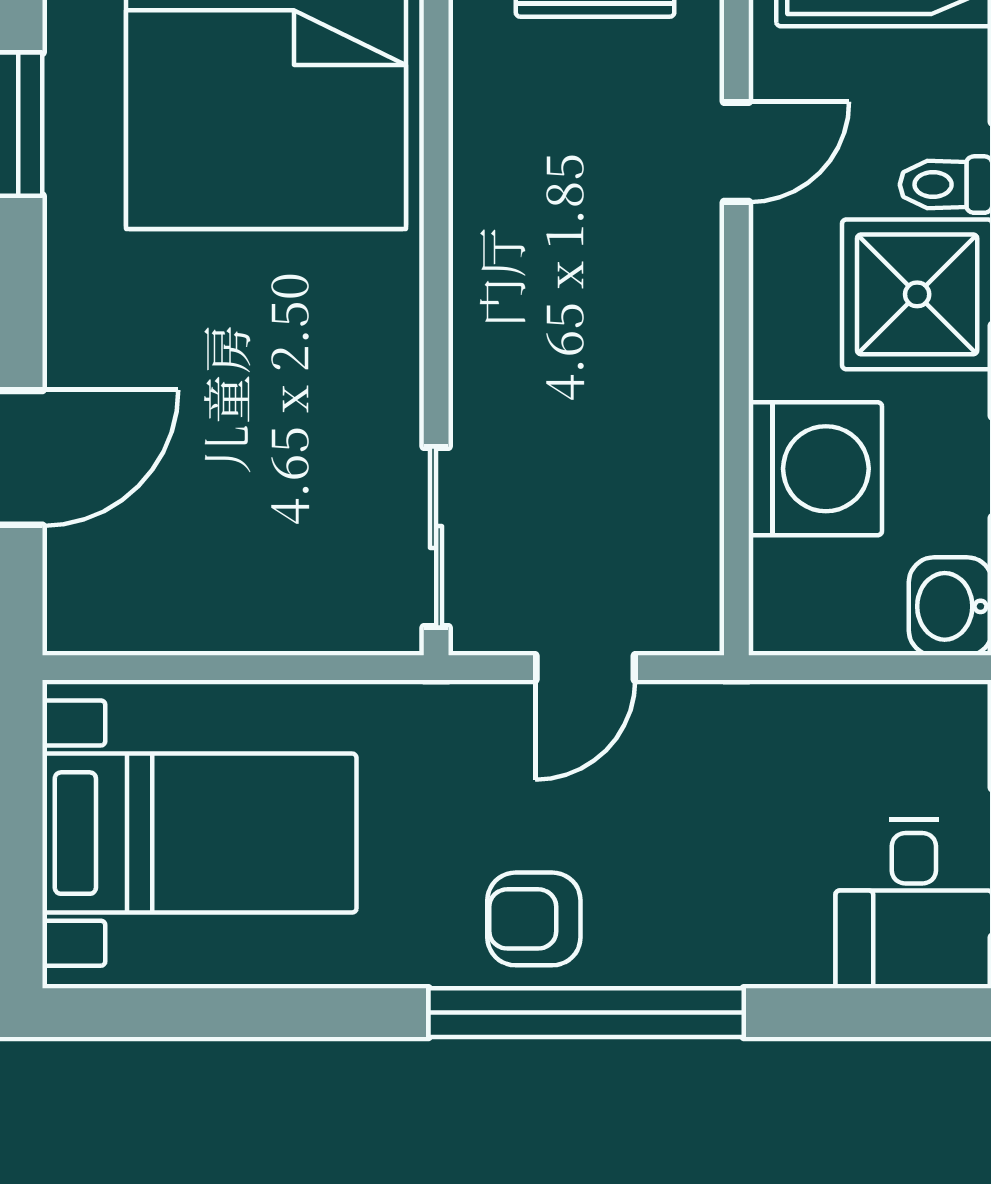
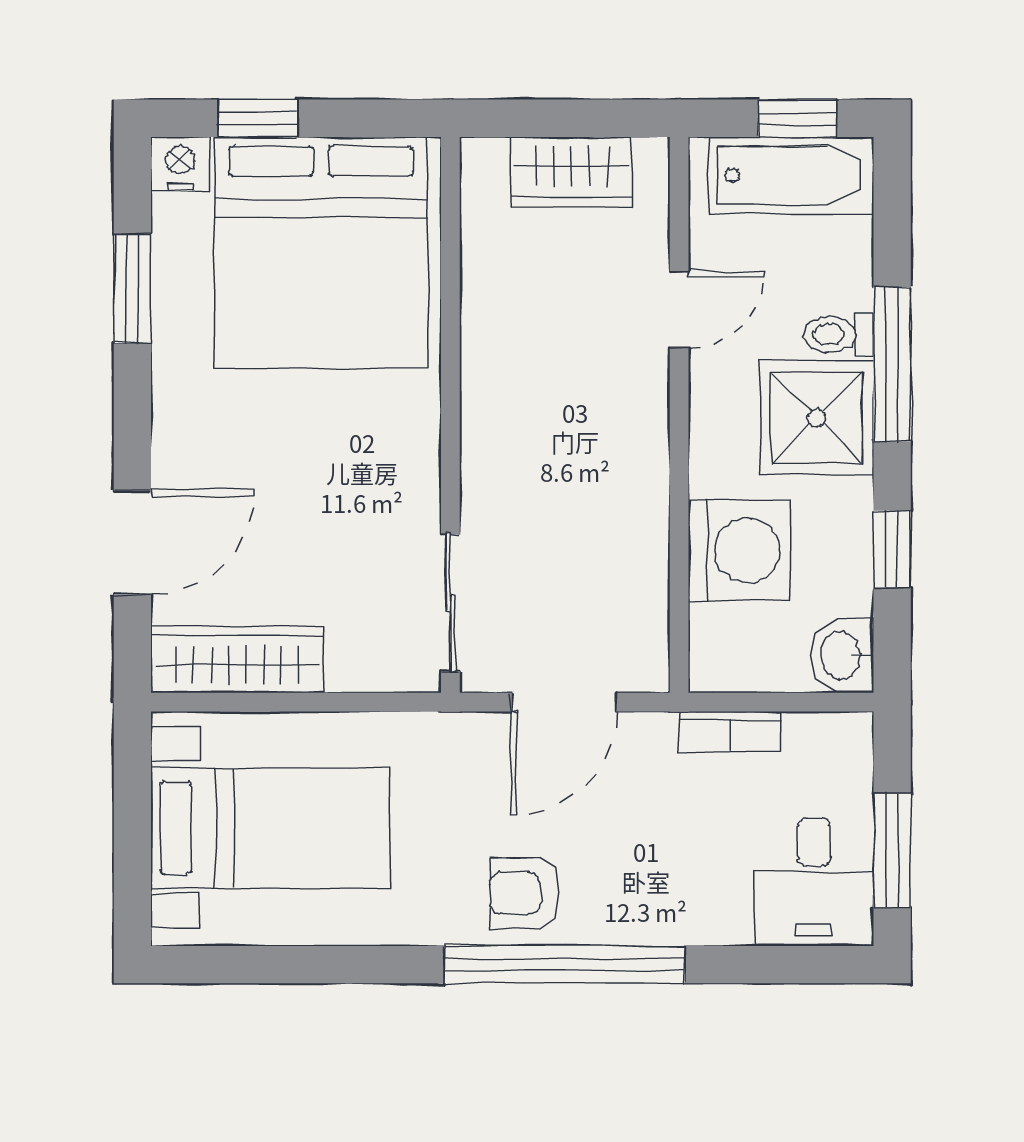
wardrobe: (156, 612) -> (237, 659), added
door: (585, 668) -> (564, 702), width x1.38
bookcase: (803, 706) -> (730, 732), added

